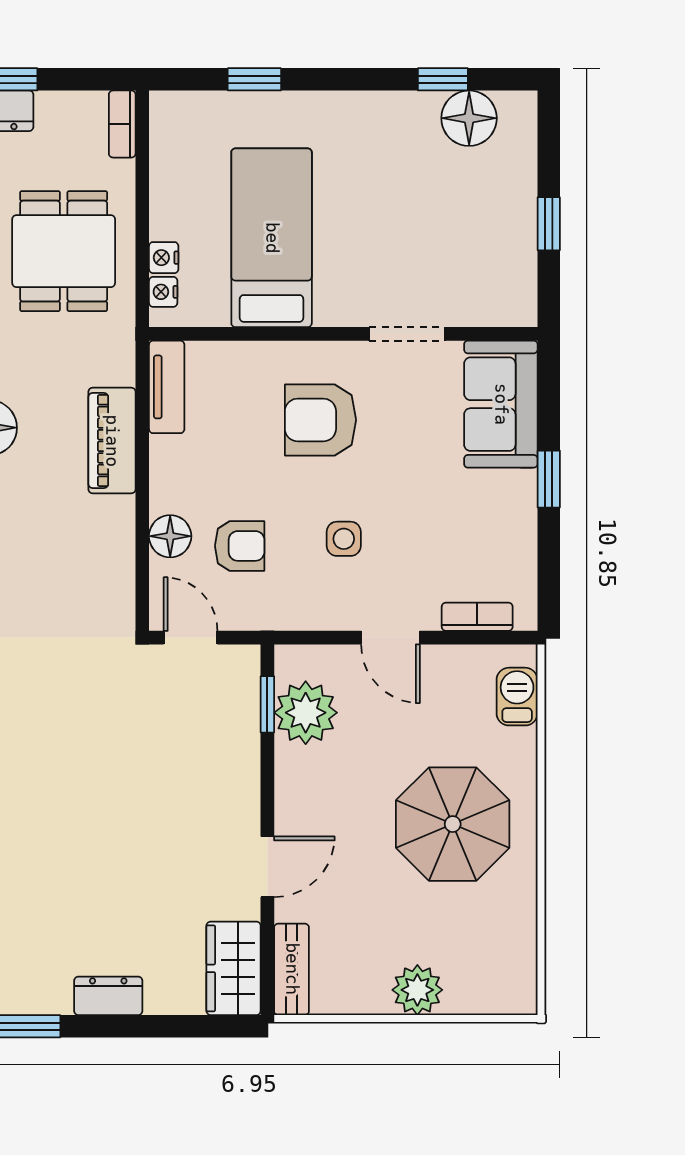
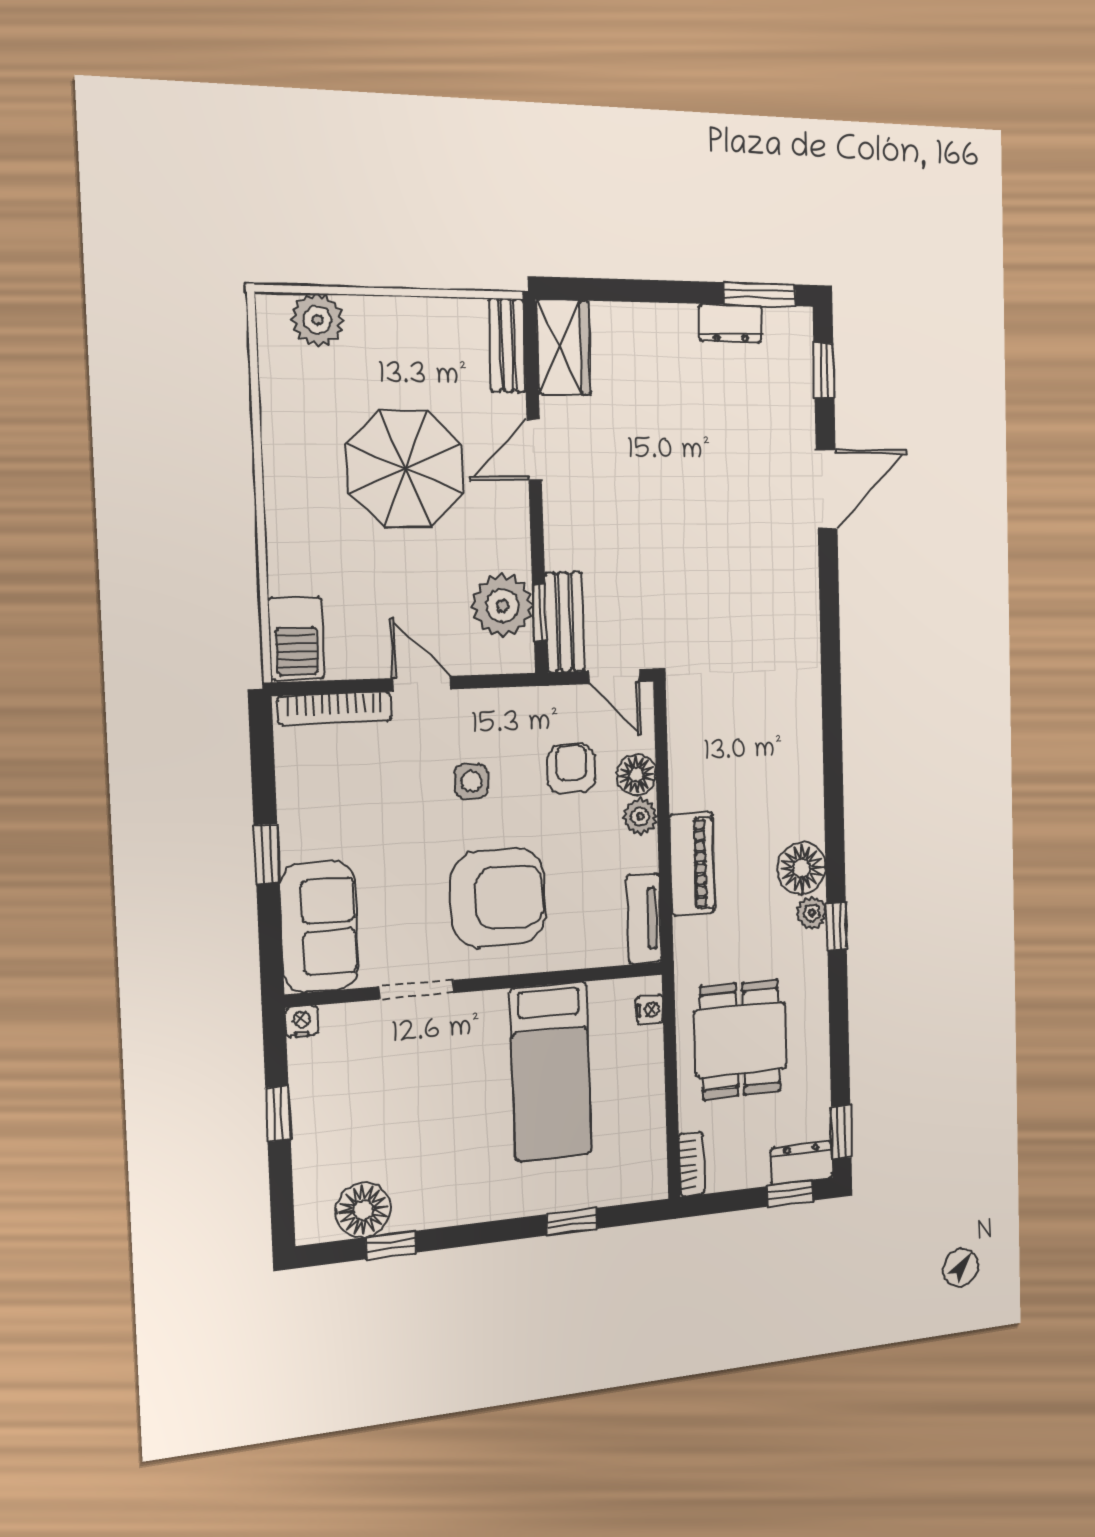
nightstand: (164, 258) -> (302, 1022), moved, turned -90
armchair: (320, 420) -> (498, 898), width x1.36, depth x1.36
plant: (167, 493) -> (640, 816), added
armchair: (240, 546) -> (571, 769), turned 90
bookcase: (477, 617) -> (335, 708), width x1.56
bench: (242, 694) -> (565, 622), added
barbecue: (517, 697) -> (296, 639), width x1.38, depth x1.27
parasol: (453, 824) -> (406, 469), moved
plant: (417, 990) -> (318, 320), moved
dresser: (108, 996) -> (730, 323), moved

